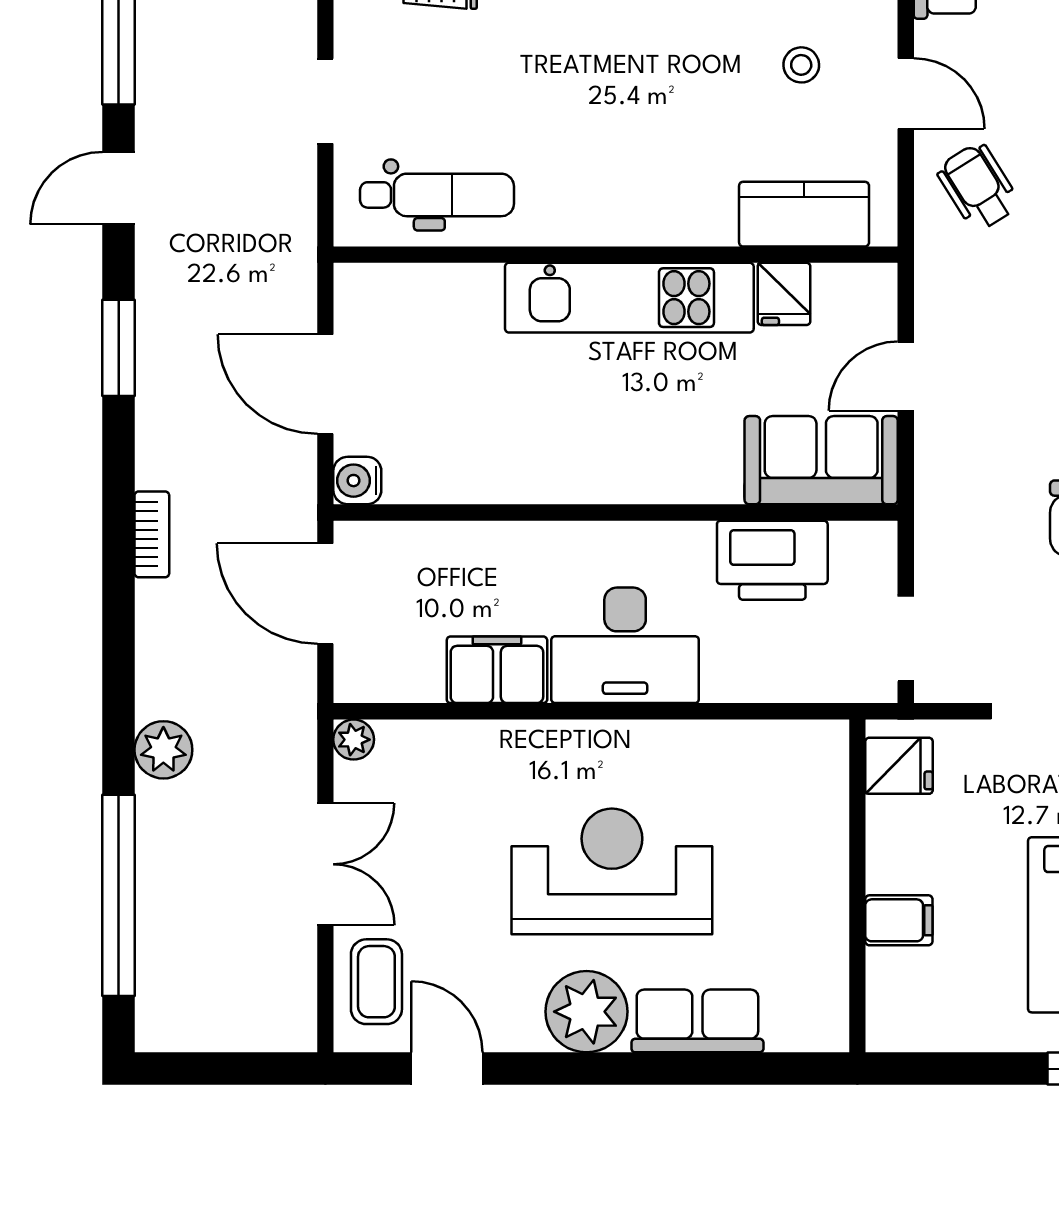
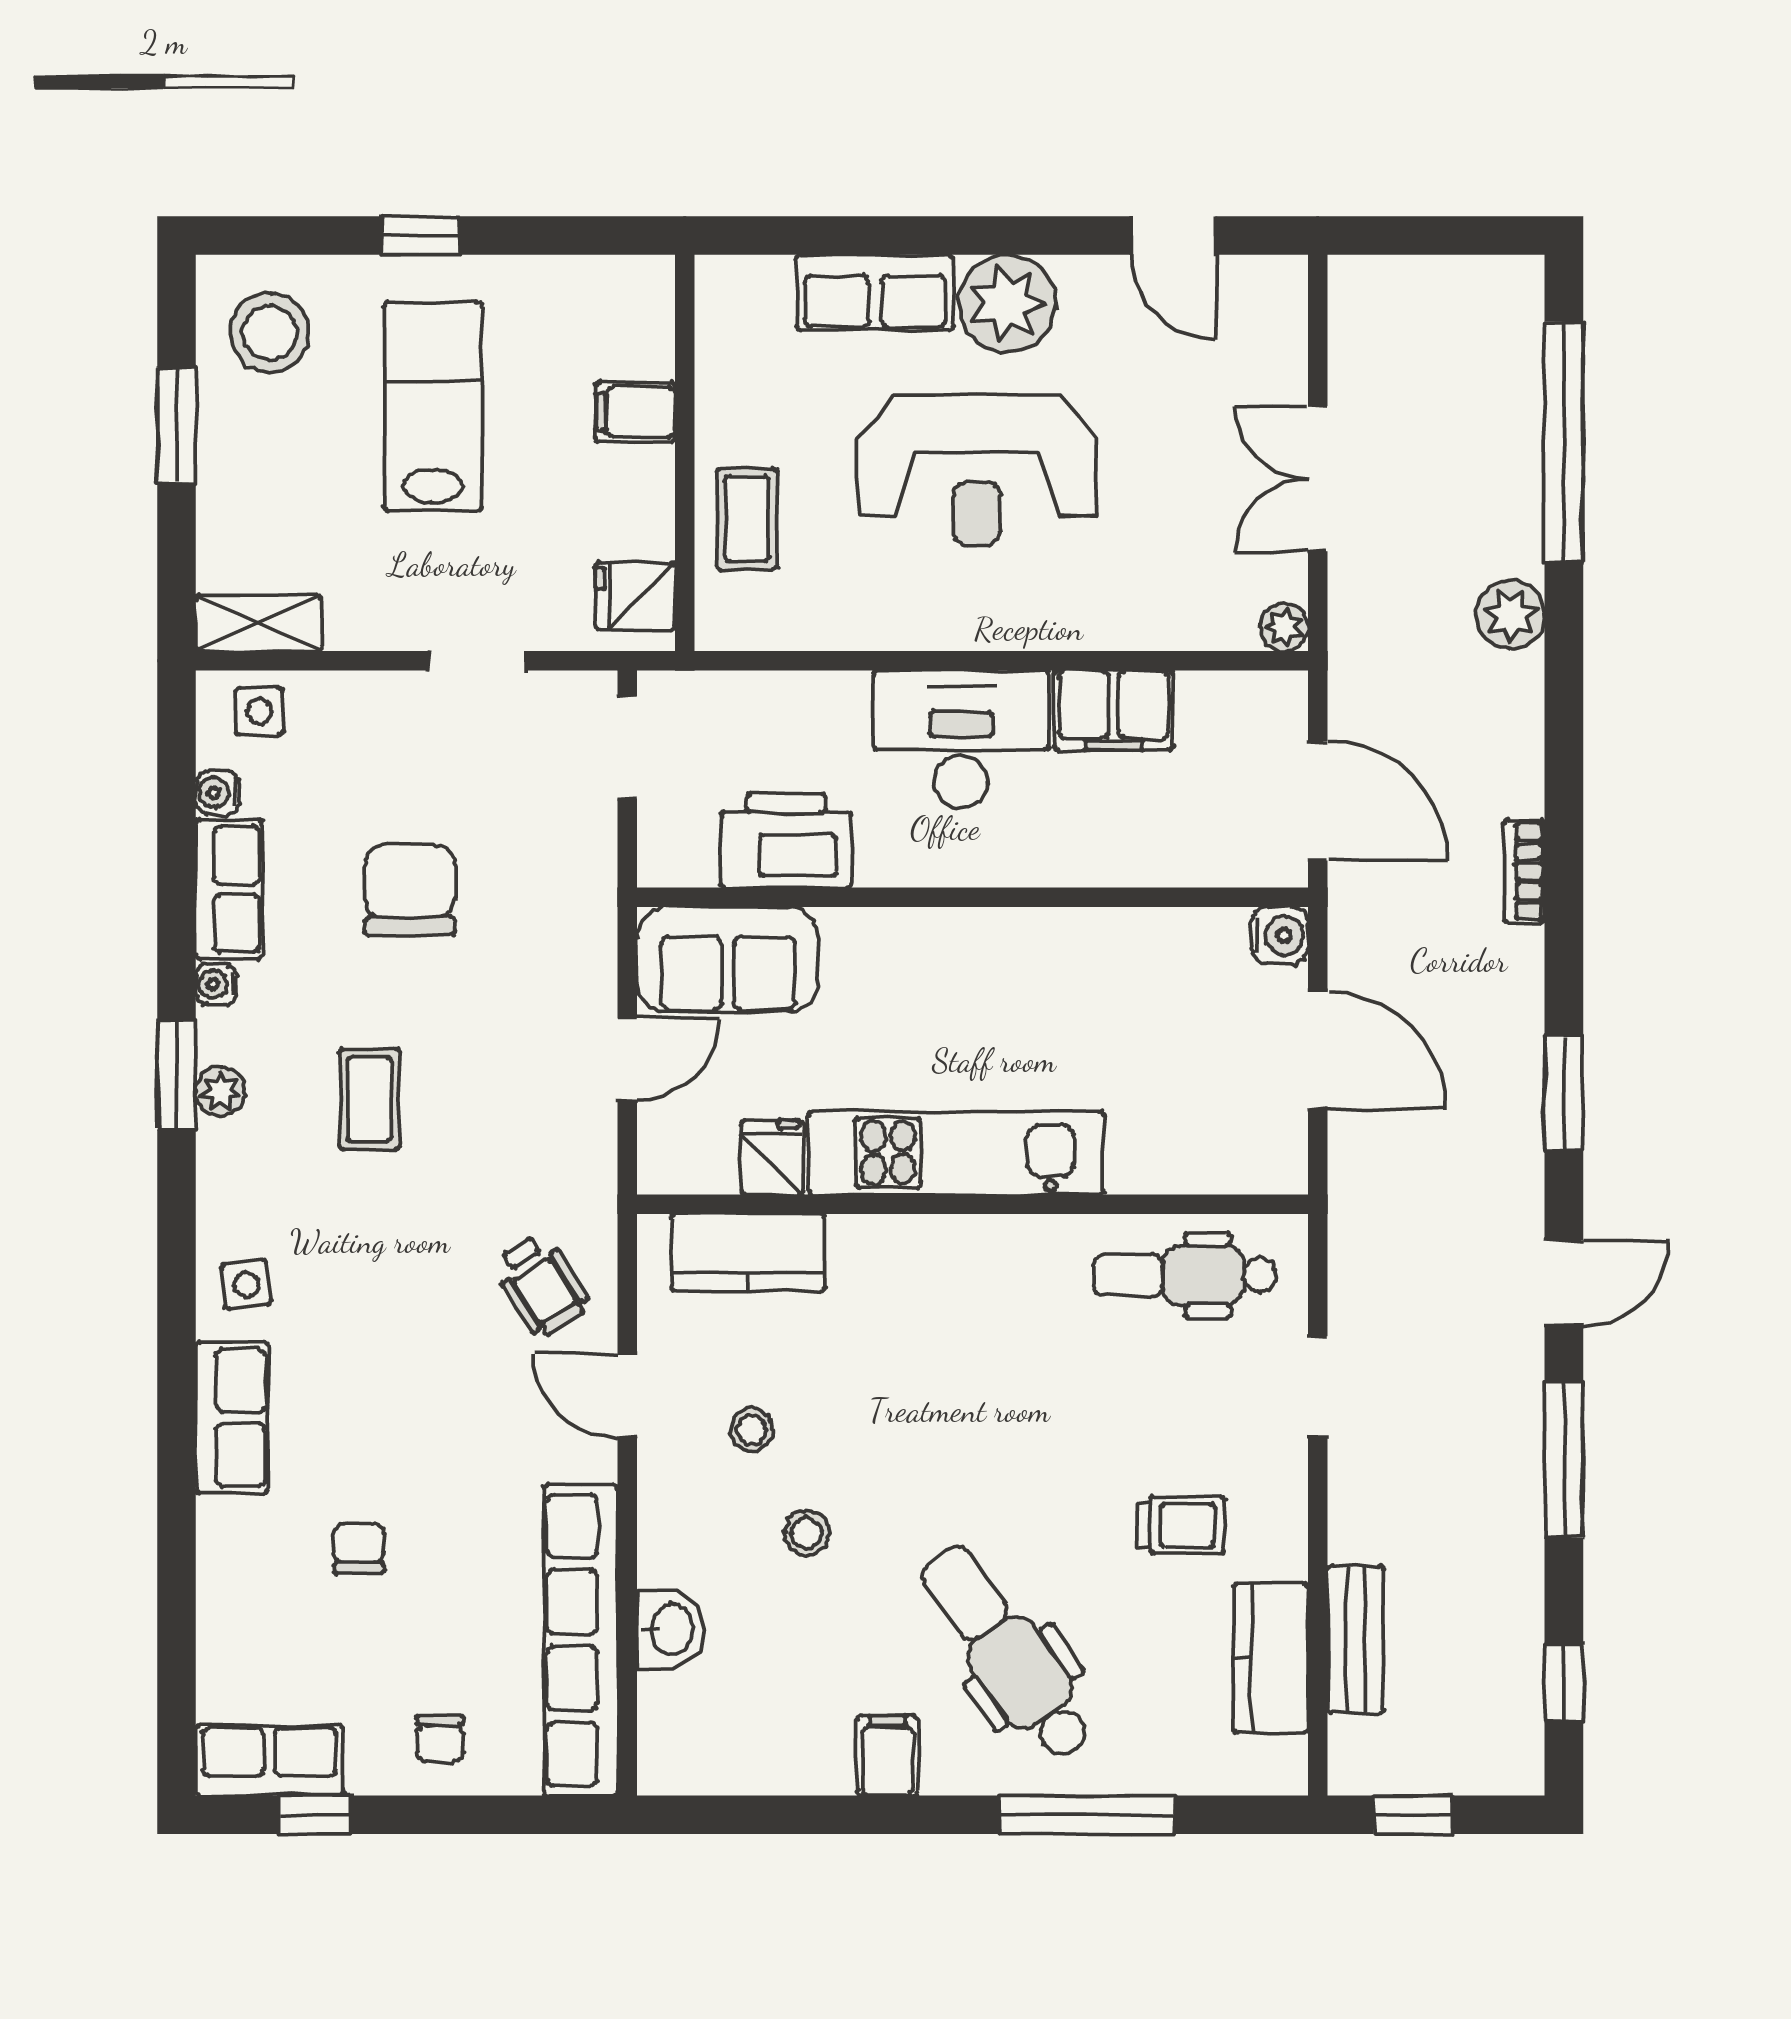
coffee table: (376, 982) -> (747, 519), moved

